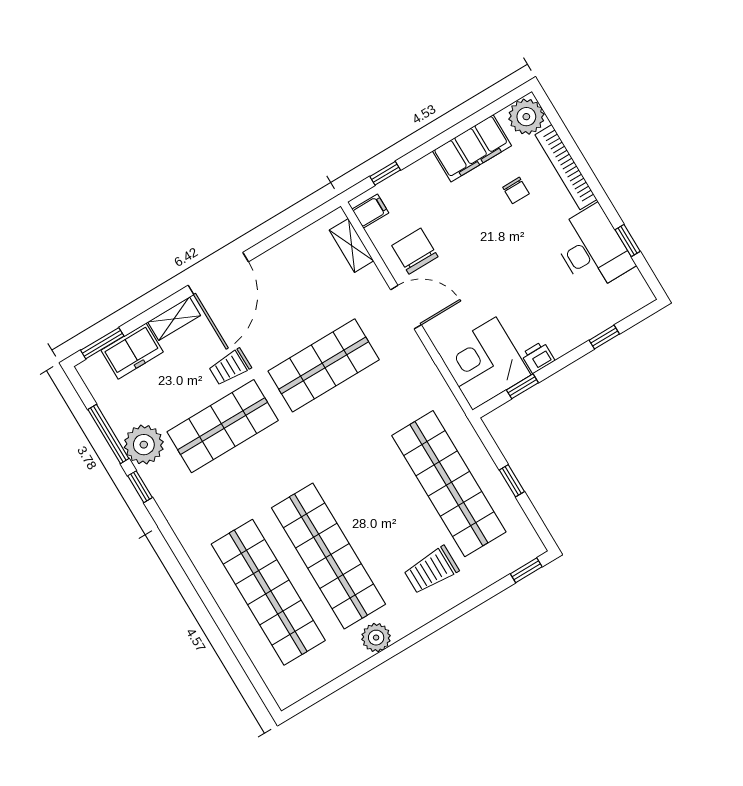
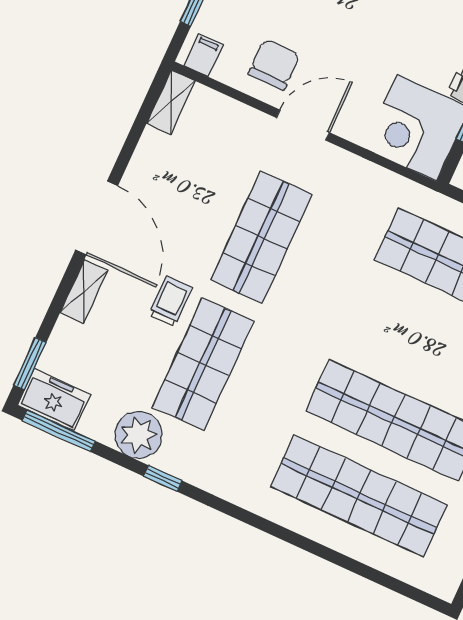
shelving: (351, 245) -> (171, 102), moved, turned 90
chair: (415, 251) -> (274, 64), turned 90
freezer: (132, 351) -> (54, 400), moved, turned -90
trolley: (230, 367) -> (171, 301), turned 180
window: (108, 434) -> (59, 431), moved

